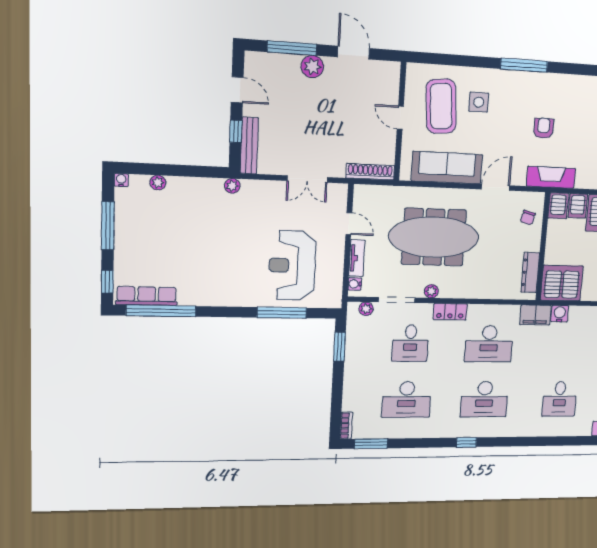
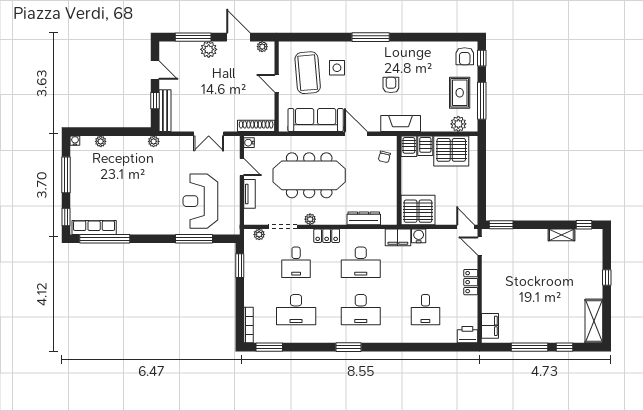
plant: (384, 68) -> (262, 47), added
door: (496, 187) -> (356, 134), hinge flipped
dresser: (530, 272) -> (364, 218), moved, turned 90
water cooler: (355, 284) -> (249, 143), moved
bookcase: (346, 426) -> (249, 325), width x1.56
window: (466, 442) -> (348, 347), width x1.50

